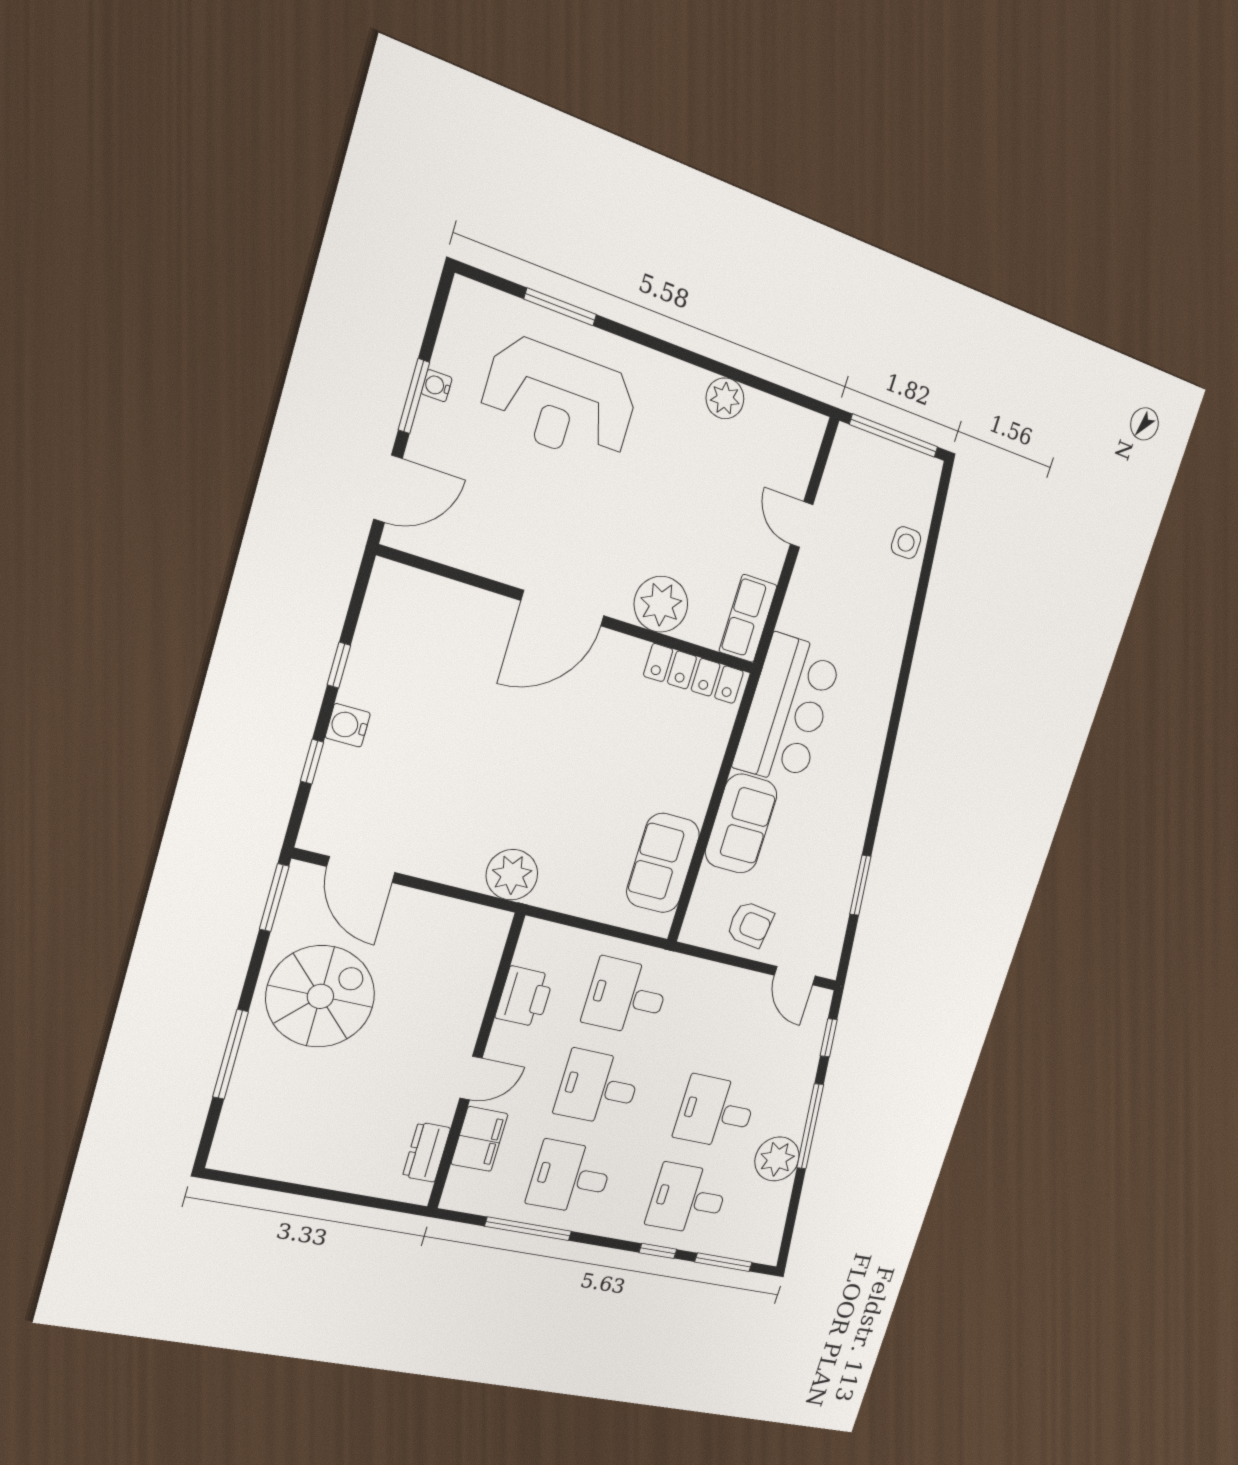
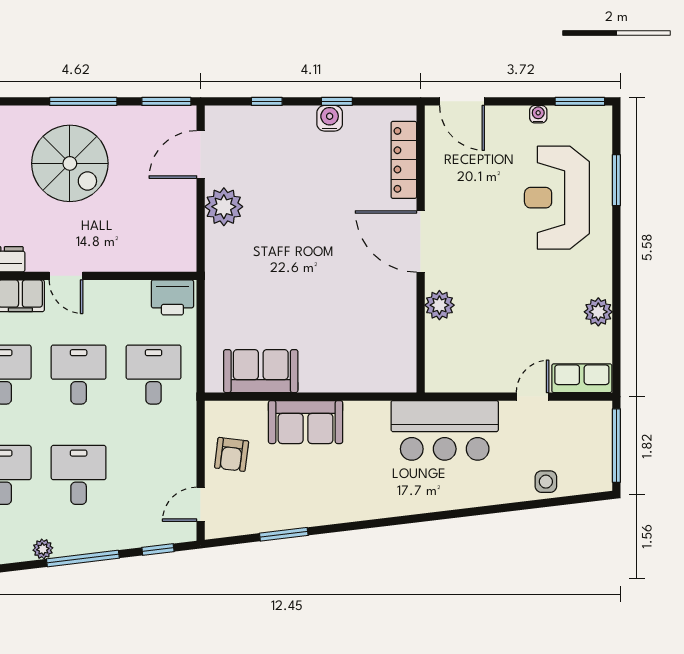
window: (414, 396) -> (580, 101), moved
plant: (661, 604) -> (439, 305), width x0.73, depth x0.73
row of seats: (748, 618) -> (582, 378), moved
locker: (694, 674) -> (404, 160), moved
bar counter: (788, 710) -> (445, 430), moved
water cooler: (348, 725) -> (330, 118), moved
plant: (512, 875) -> (224, 207), moved
spiral stairs: (320, 996) -> (70, 163), moved
printer: (525, 997) -> (172, 297), moved
window: (231, 1054) -> (83, 101), moved
plant: (777, 1159) -> (43, 549), width x0.53, depth x0.53

